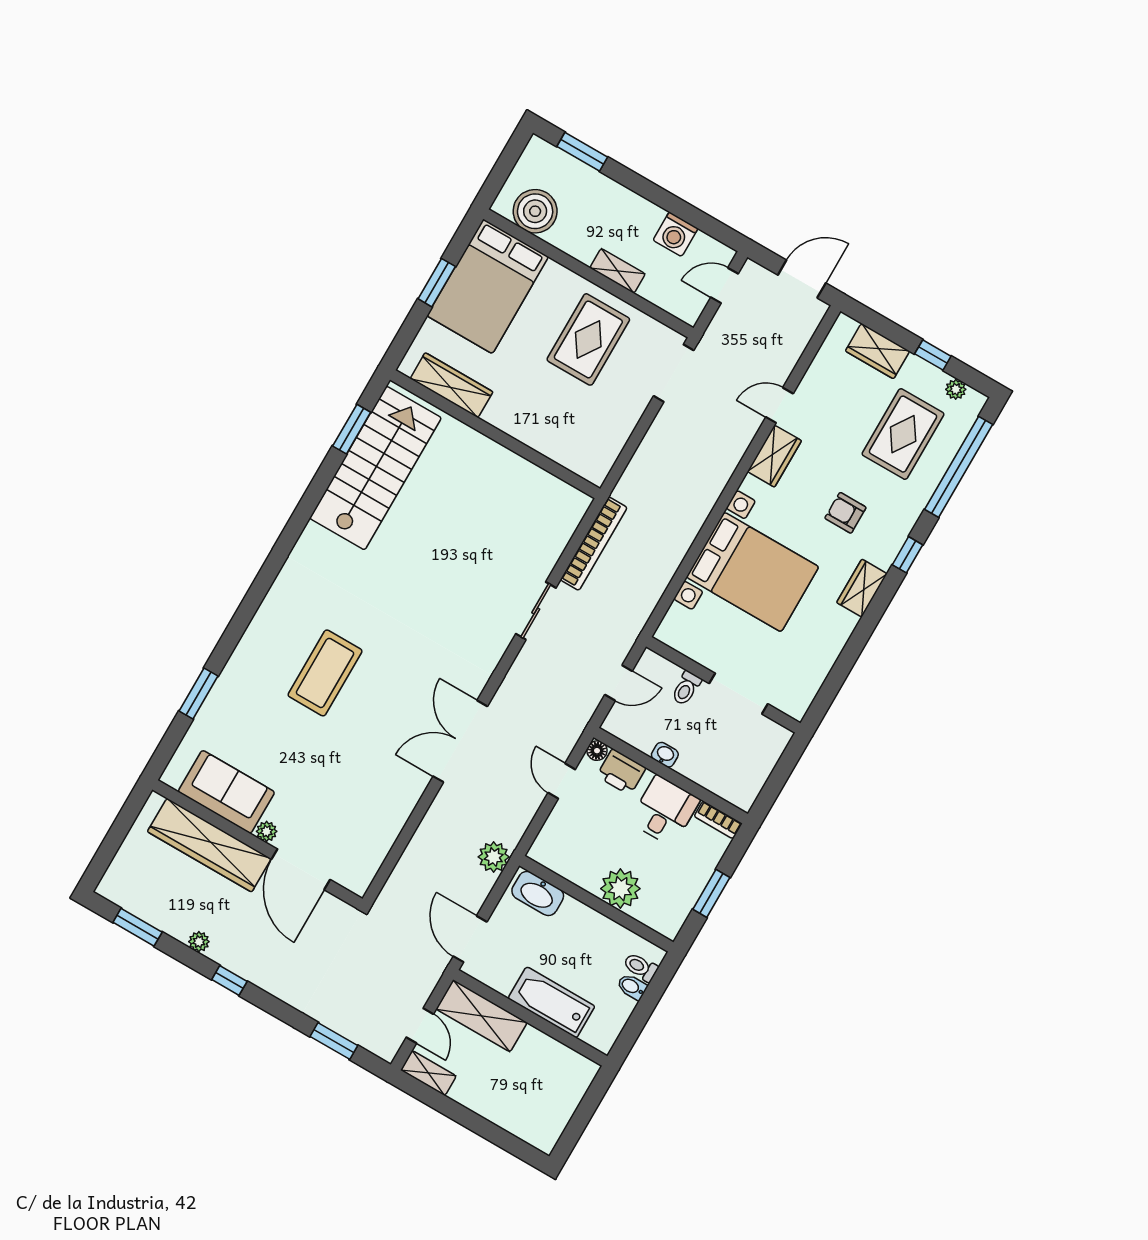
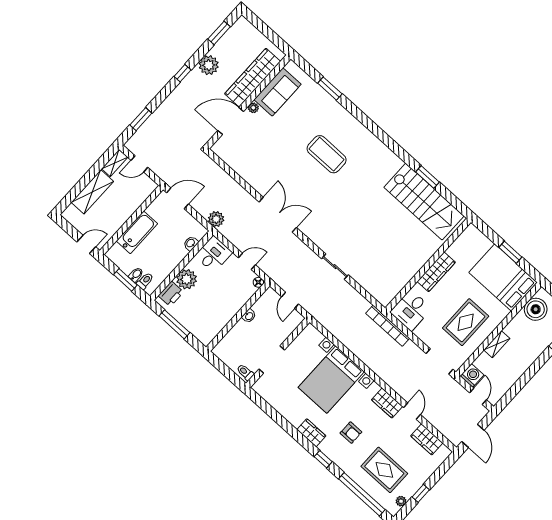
washing machine: (675, 234) -> (472, 376), moved, turned 90
rug: (588, 339) -> (466, 322), turned 90
wardrobe: (878, 351) -> (427, 439), moved, turned -90
wardrobe: (452, 385) -> (436, 272), moved
window: (352, 429) -> (428, 177), moved
desk: (588, 449) -> (411, 310), added
armchair: (845, 513) -> (351, 433), turned 90
bookcase: (594, 544) -> (388, 326), moved
toilet: (686, 688) -> (245, 372), moved
printer: (621, 772) -> (171, 294), moved, turned 180
desk: (665, 811) -> (214, 254), moved, turned -90
bookcase: (718, 820) -> (211, 336), removed
washbasin: (538, 893) -> (191, 243), width x0.52, depth x0.69
window: (711, 893) -> (174, 324), width x1.44
plant: (199, 942) -> (209, 65), width x1.87, depth x1.87
window: (647, 1005) -> (125, 280), added
shelving: (482, 1016) -> (92, 192), moved
door: (595, 1094) -> (86, 244), added

